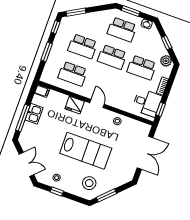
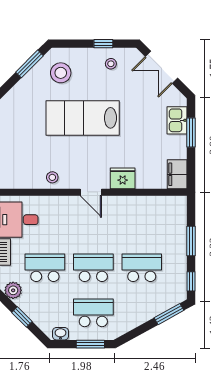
school desk: (73, 74) -> (142, 223), removed
filing cabinet: (42, 91) -> (177, 174), width x2.00
kitchen sink: (34, 114) -> (177, 120), moved
window: (23, 118) -> (191, 133), width x0.69

